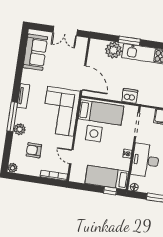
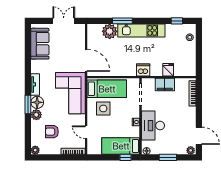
double door: (65, 31) -> (64, 21), swing flipped
dishwasher: (130, 96) -> (143, 70), moved
floor lamp: (23, 116) -> (37, 102), added
window: (12, 117) -> (28, 104), width x0.69

